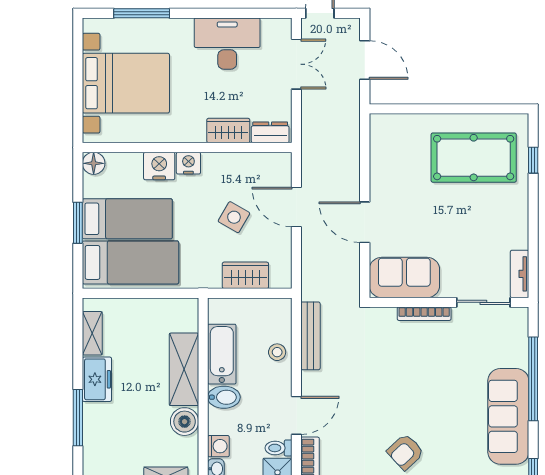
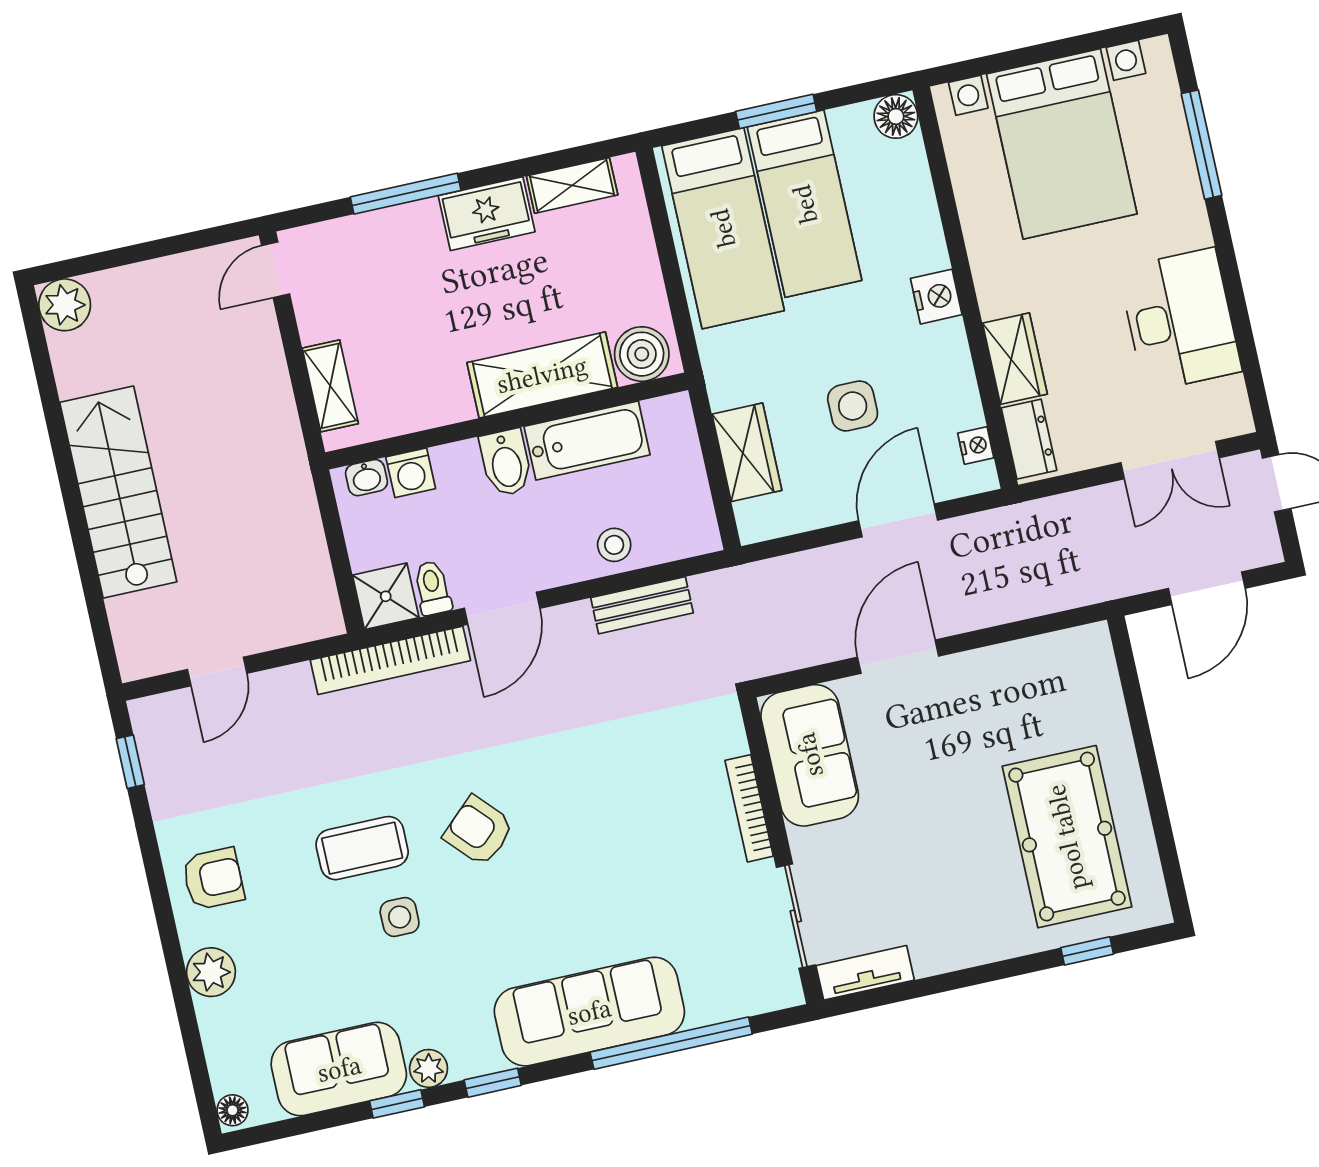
nightstand: (159, 166) -> (976, 445), moved, width x0.53, depth x0.56
side table: (234, 217) -> (853, 406), turned -30
bench: (310, 336) -> (642, 605), width x0.73
door: (296, 415) -> (502, 608), hinge flipped
boiler: (185, 422) -> (642, 354), moved

